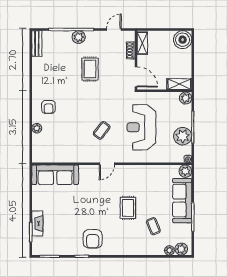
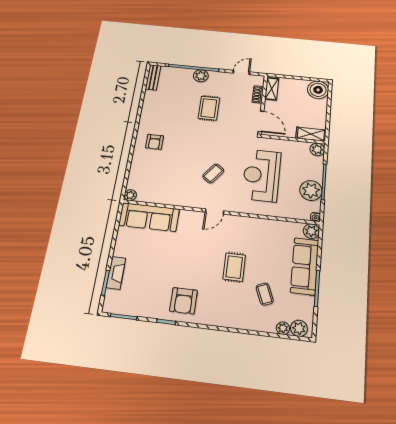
plant: (37, 128) -> (130, 195), moved

